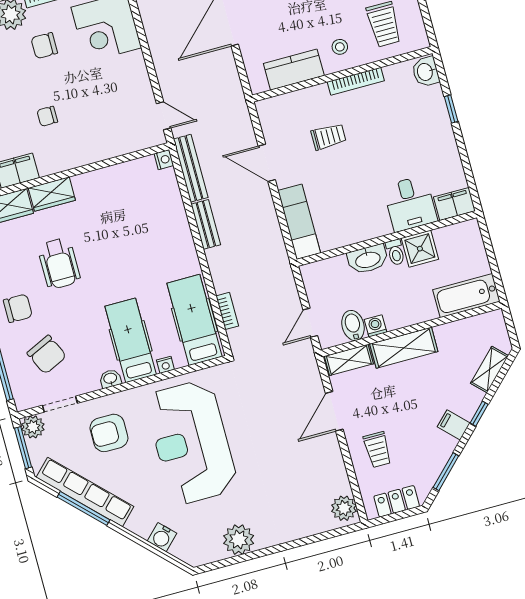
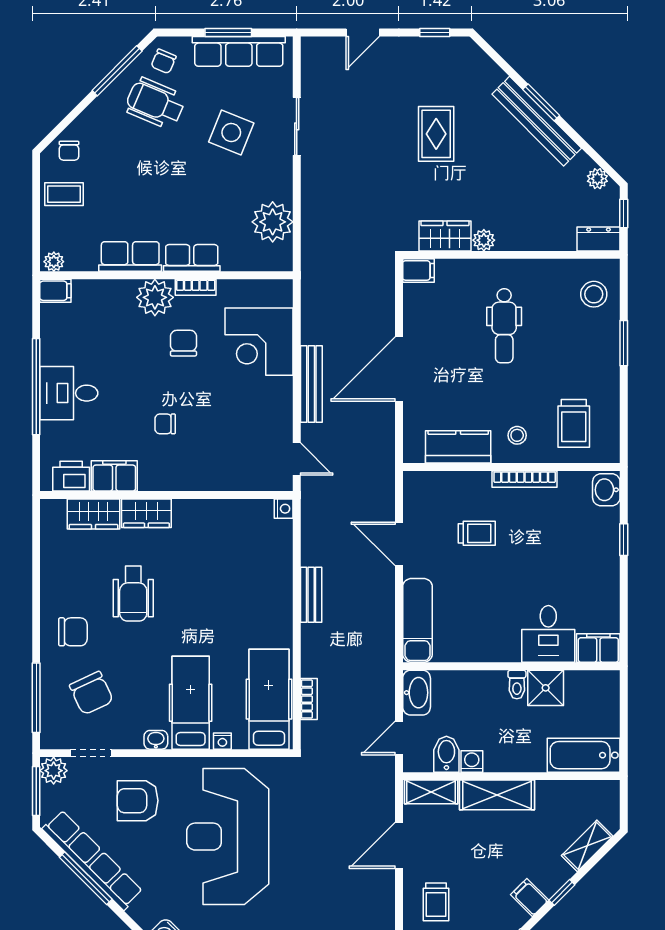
chair: (44, 46) -> (183, 343), turned 90
bench: (191, 168) -> (311, 384), moved
washbasin: (368, 259) -> (417, 693), moved, turned -90

